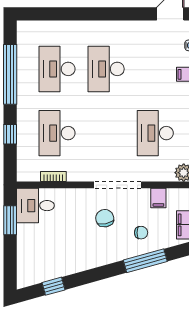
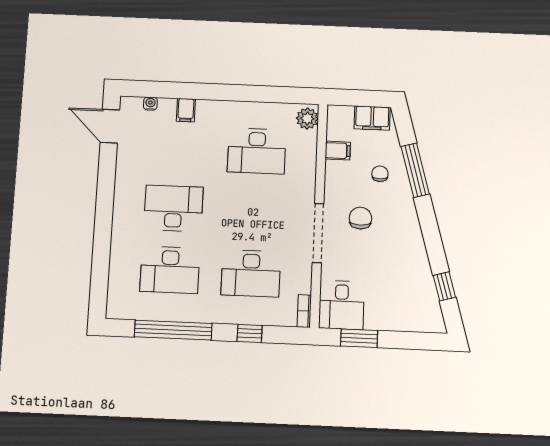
desk: (106, 69) -> (173, 208), turned 180
bookcase: (53, 177) -> (304, 311), moved
doorway: (118, 185) -> (318, 233), moved
chair: (105, 218) -> (360, 218), turned 102

